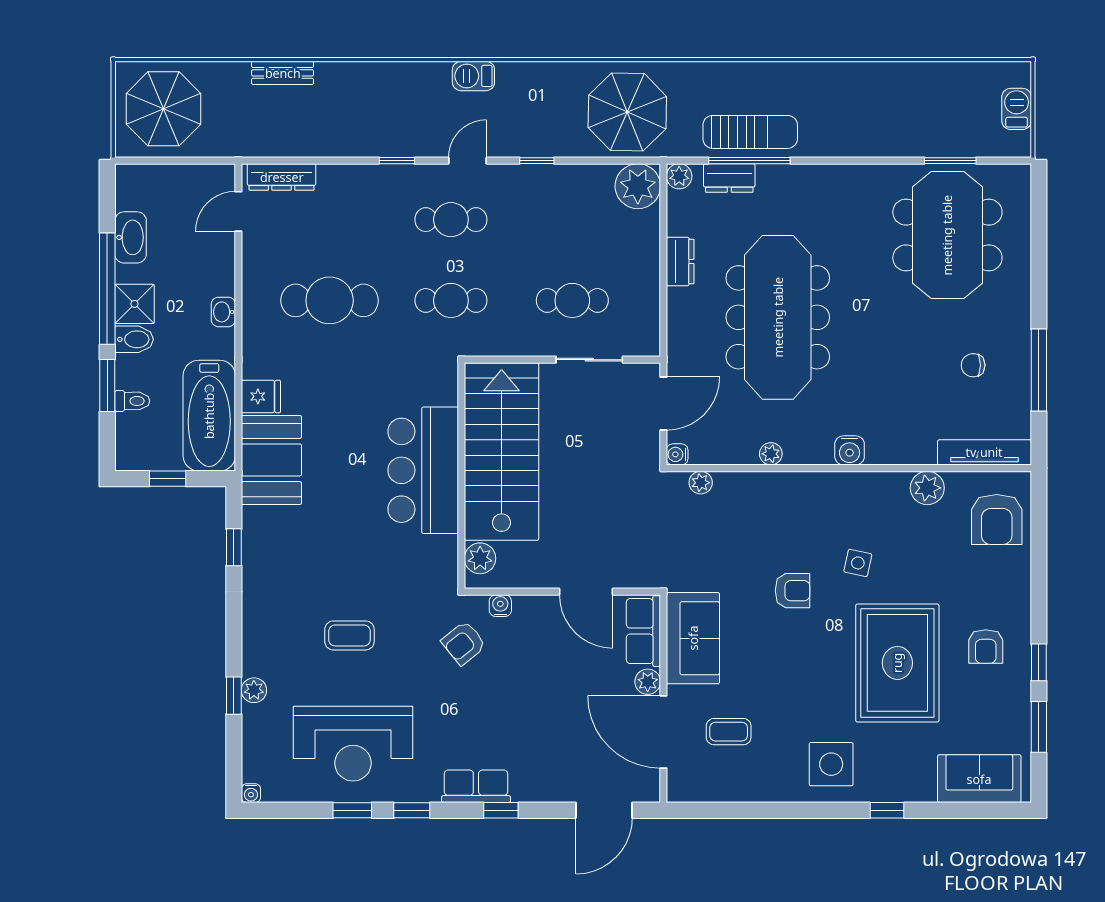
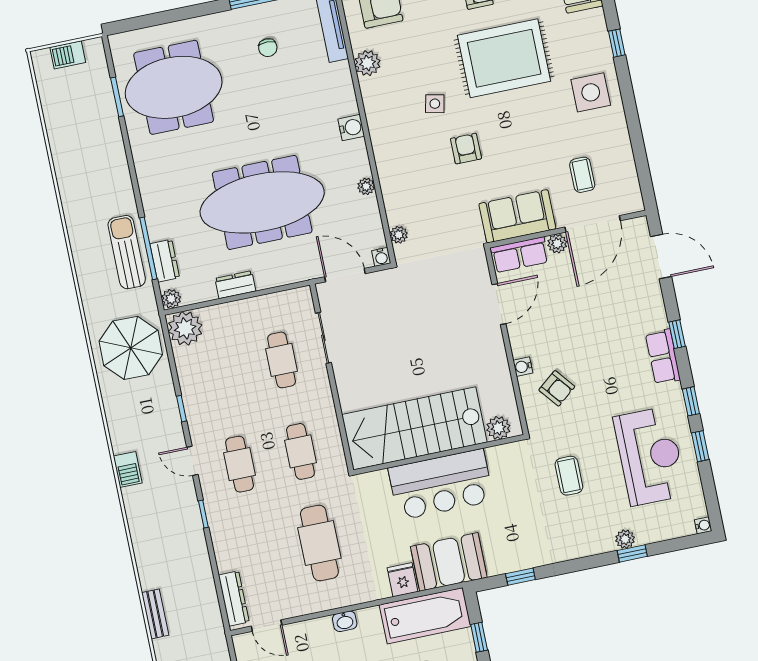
stairs: (502, 451) -> (414, 428), moved
bar counter: (423, 470) -> (441, 484), moved
wall: (461, 476) -> (439, 455), moved
plant: (480, 558) -> (498, 428), moved

